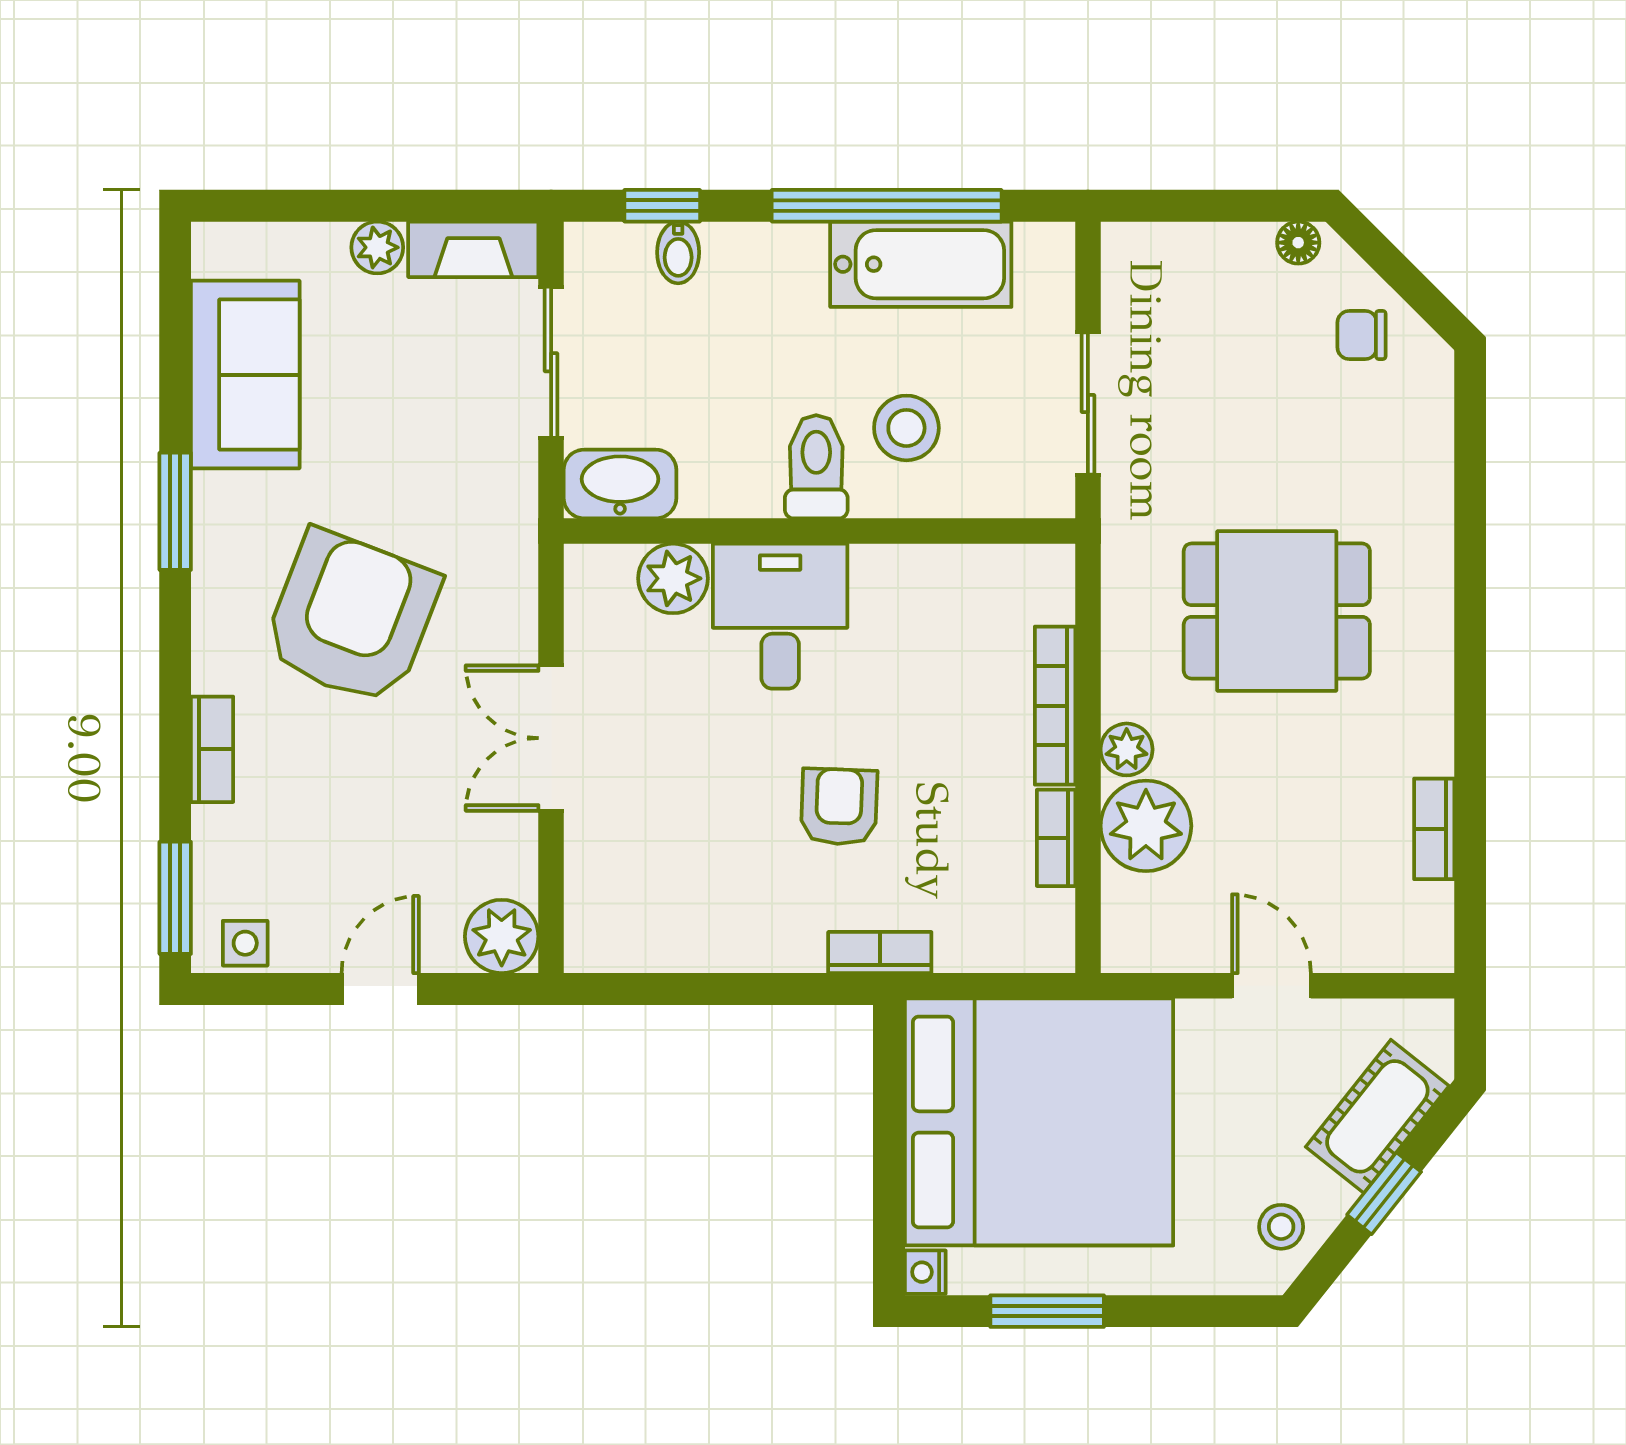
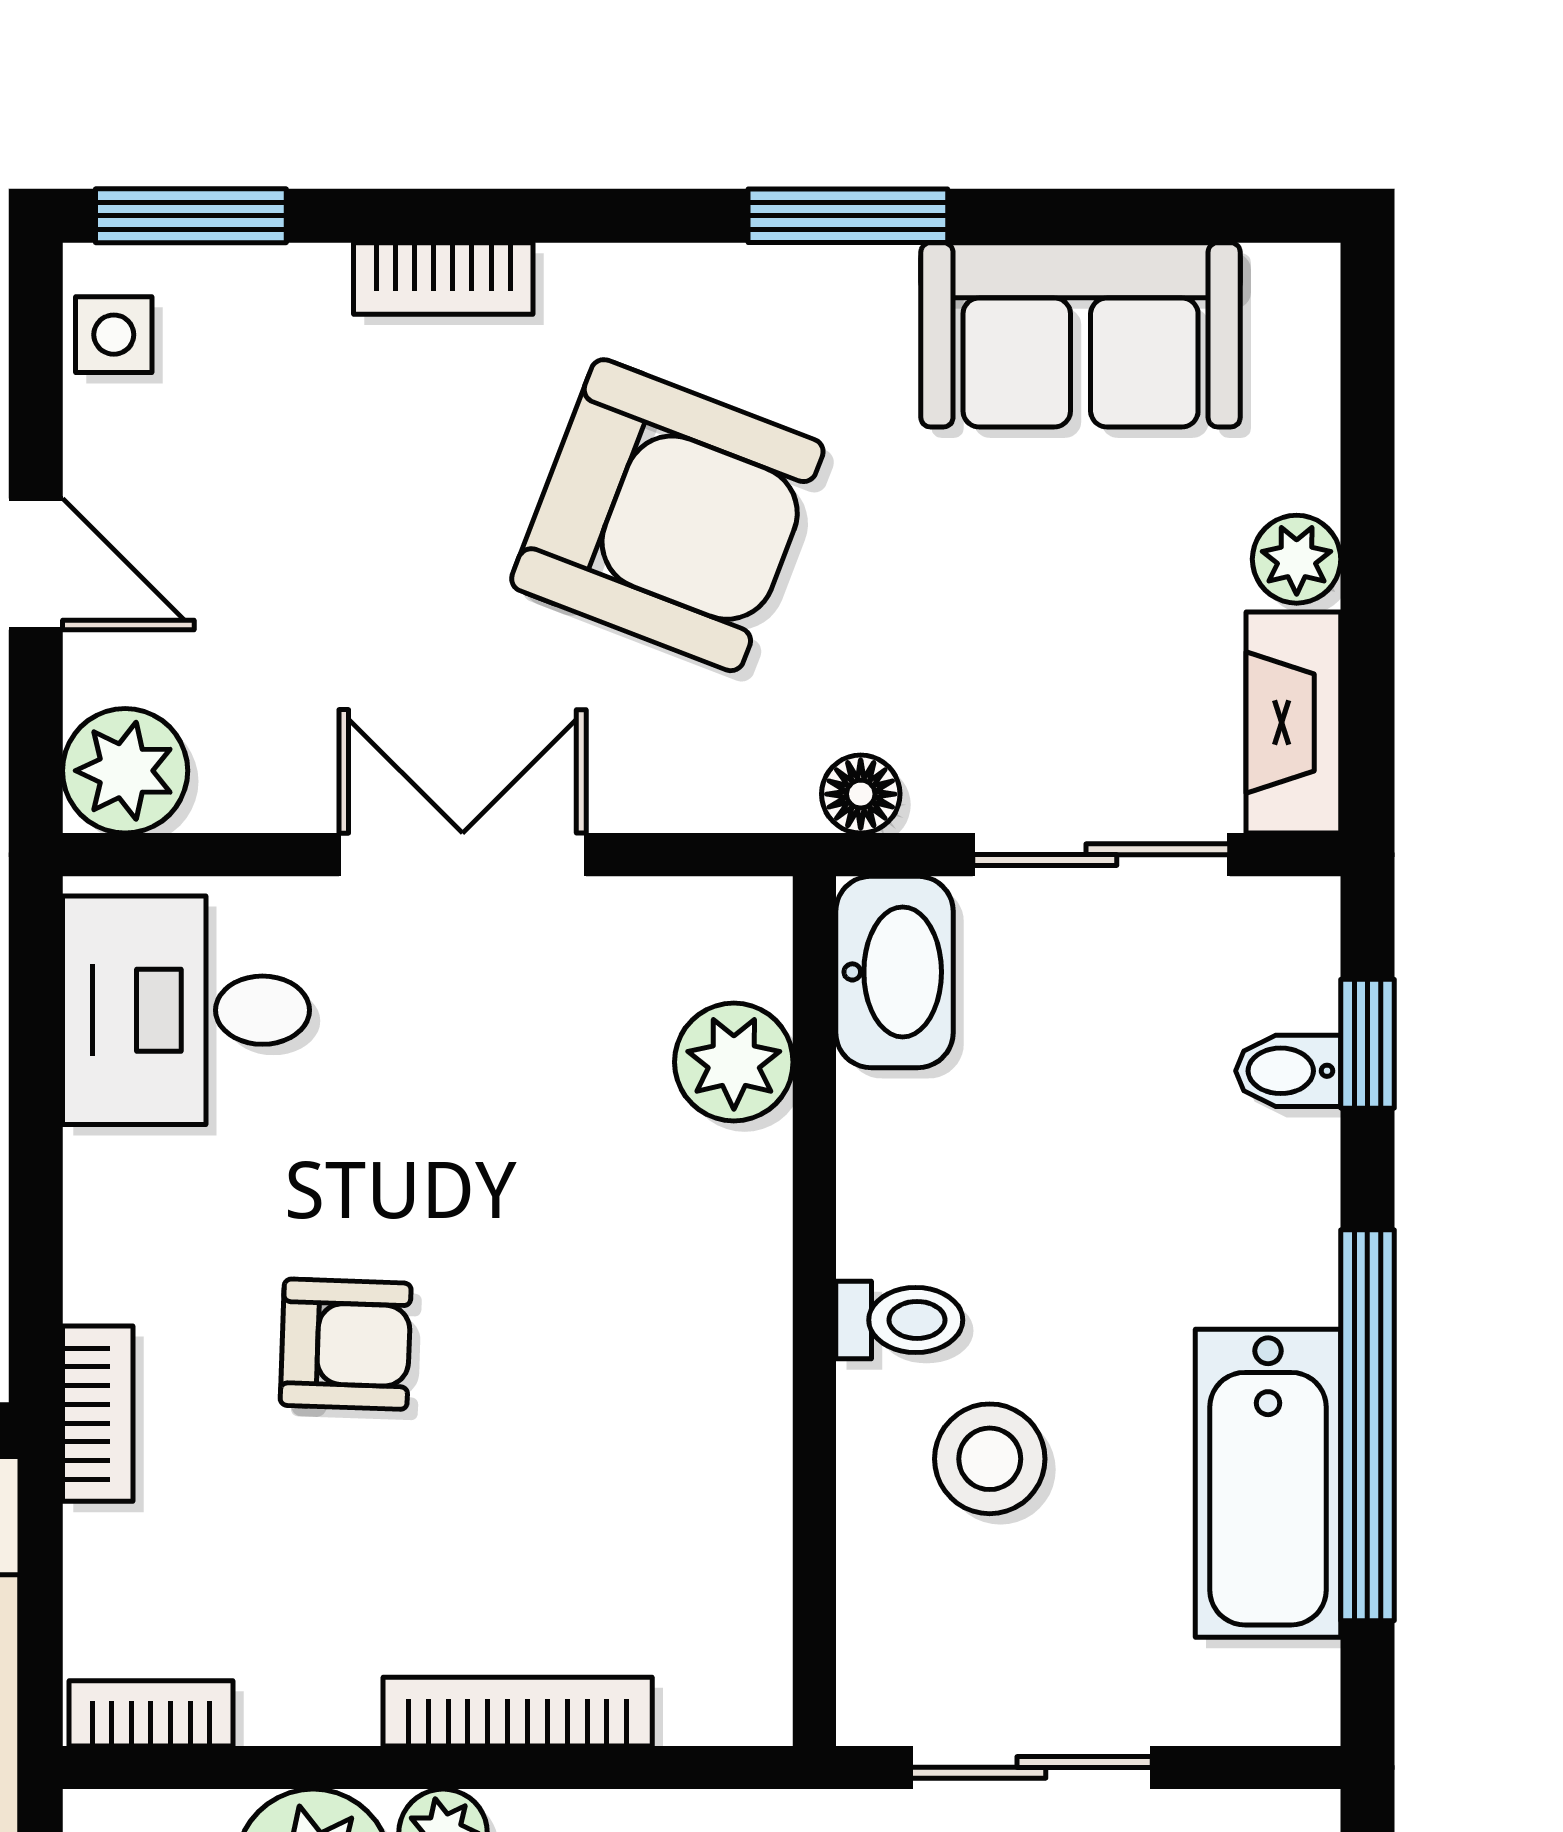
toilet: (816, 467) -> (899, 1320), width x0.73, depth x0.72
floor lamp: (515, 504) -> (861, 794), added
desk: (780, 616) -> (186, 1010), moved, turned 180
bookcase: (1056, 838) -> (151, 1713), moved

